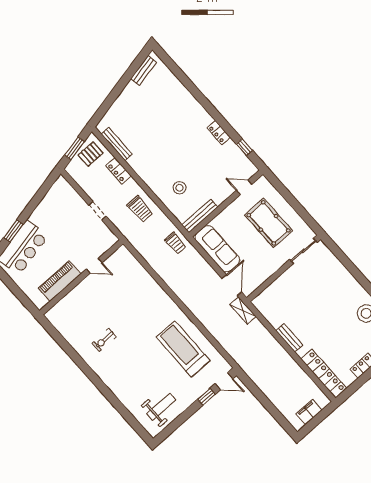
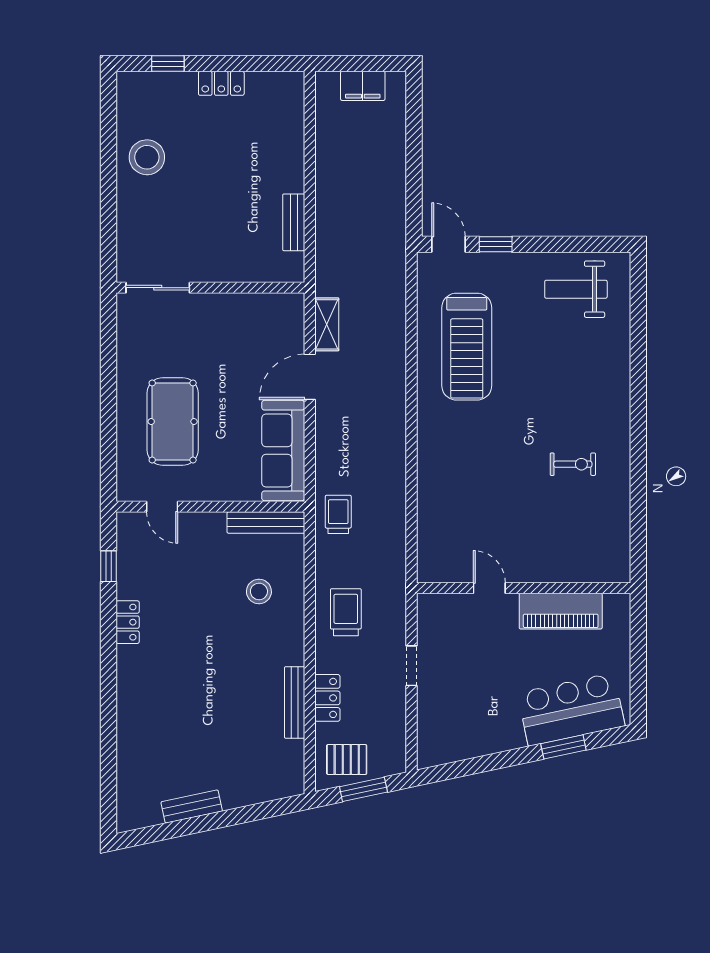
bench: (144, 70) -> (192, 807), moved
bench: (117, 144) -> (295, 702), moved
sliding door: (303, 251) -> (158, 288), moved
wall: (284, 268) -> (210, 288), moved
locker: (324, 374) -> (290, 124), removed

